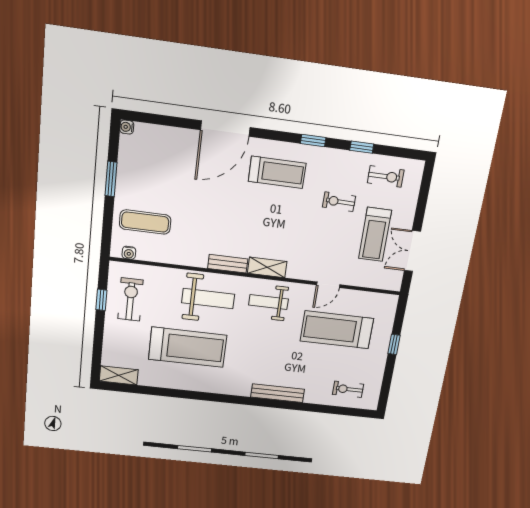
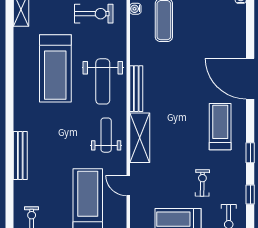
treadmill: (277, 172) -> (220, 127), turned 180
bench: (228, 264) -> (136, 89), width x1.36
shelving: (267, 267) -> (140, 138), width x1.50, depth x1.33

